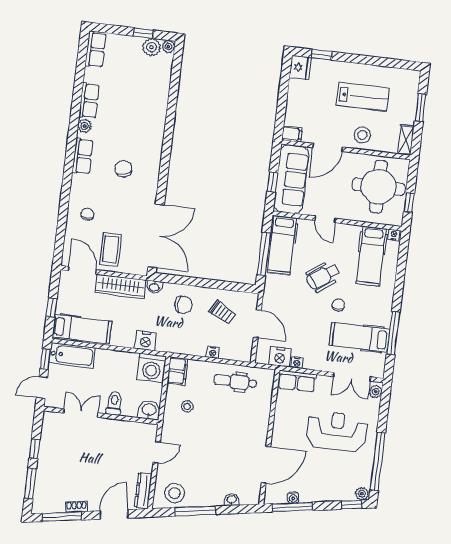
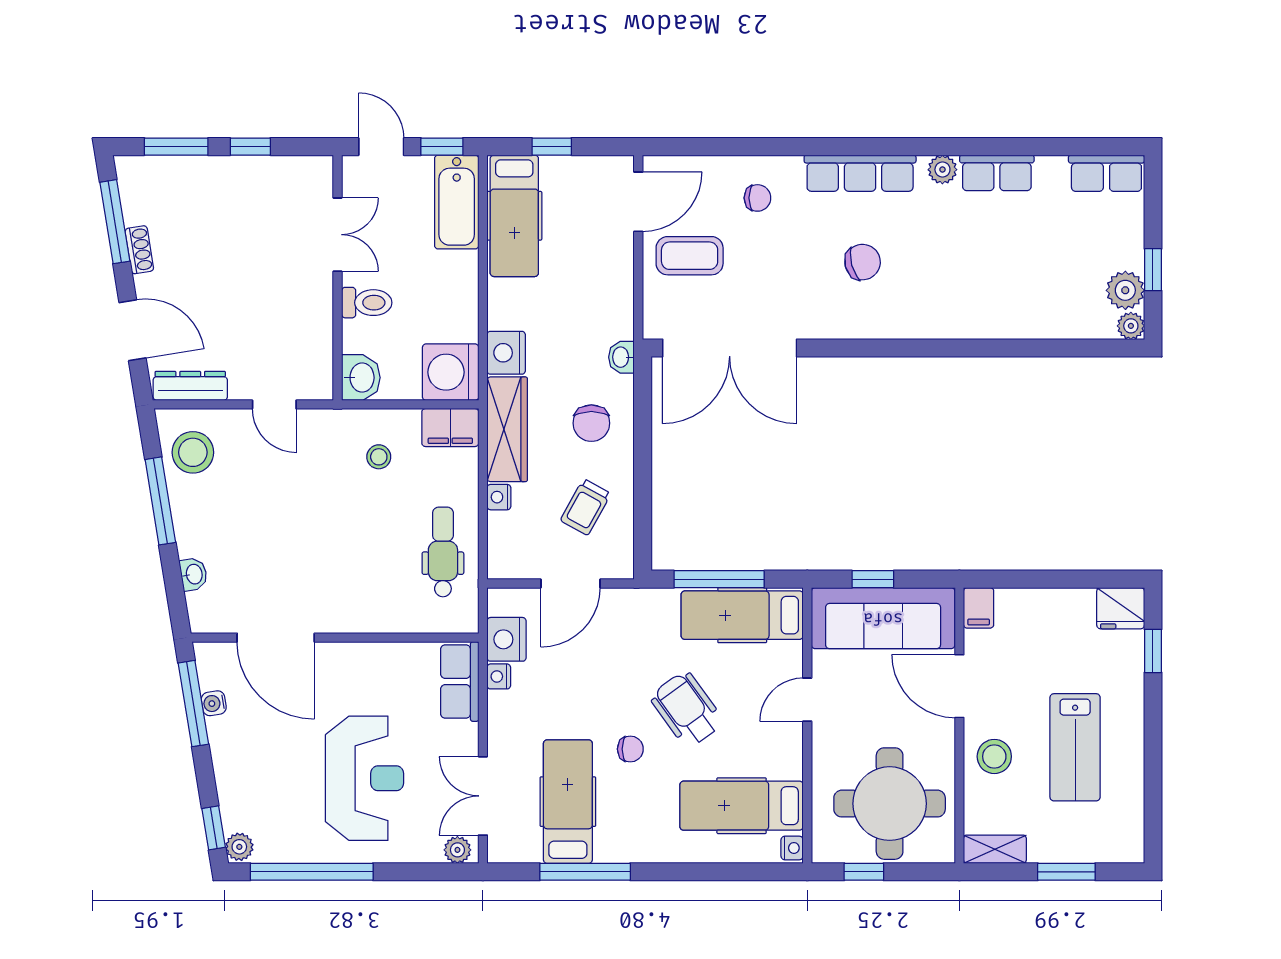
row of seats: (83, 156) -> (860, 173), width x1.48
wardrobe: (121, 286) -> (507, 429), moved, turned 180

